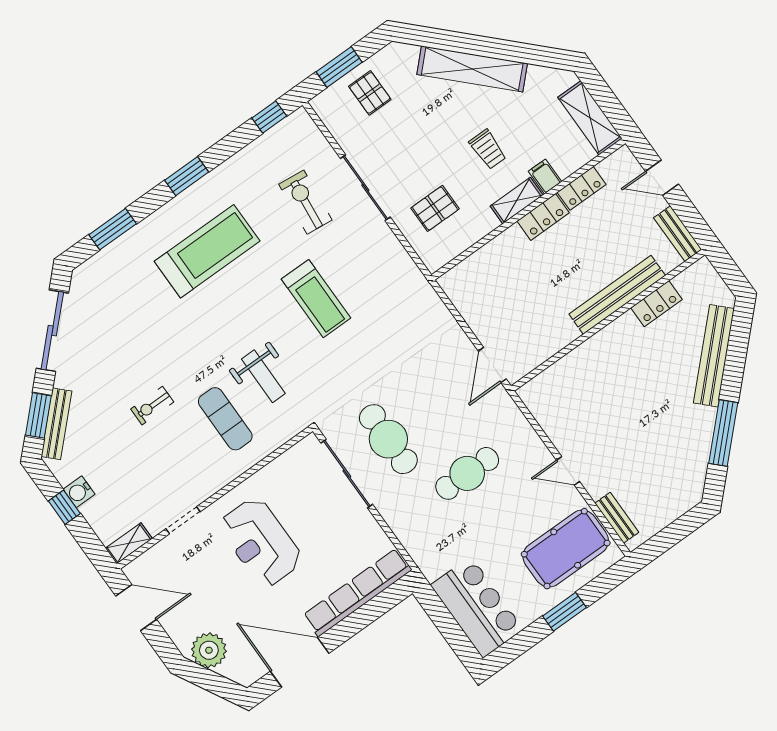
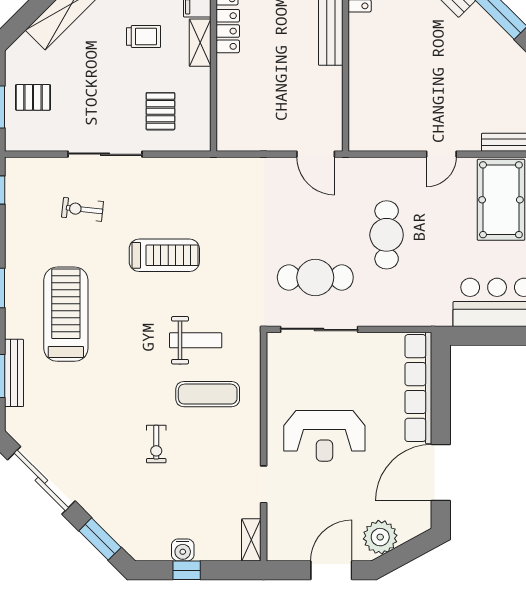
exercise bike: (305, 202) -> (83, 209), width x0.73, depth x0.72
bench: (56, 424) -> (14, 373), moved, turned 45
door: (136, 608) -> (331, 570), moved

